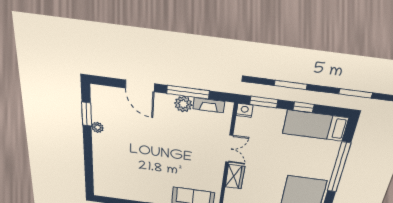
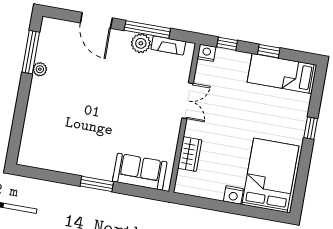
window: (264, 102) -> (227, 44), width x0.67
window: (87, 114) -> (31, 52), width x1.44
window: (339, 167) -> (311, 128), width x0.32
wardrobe: (235, 177) -> (190, 154), moved

